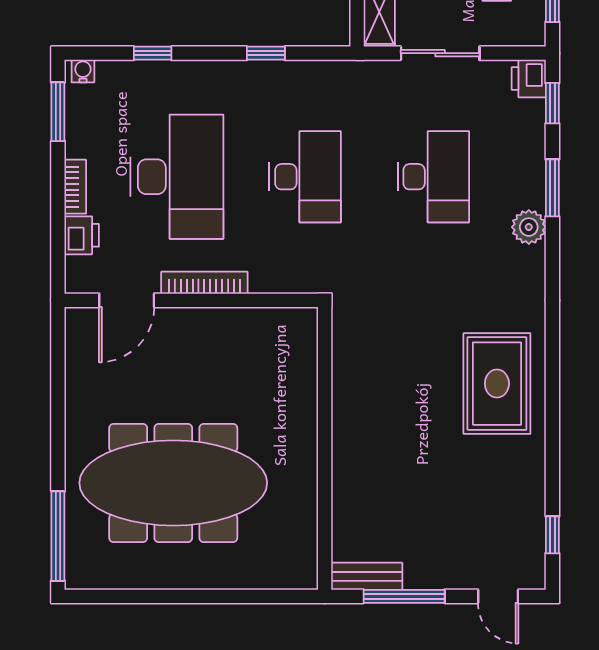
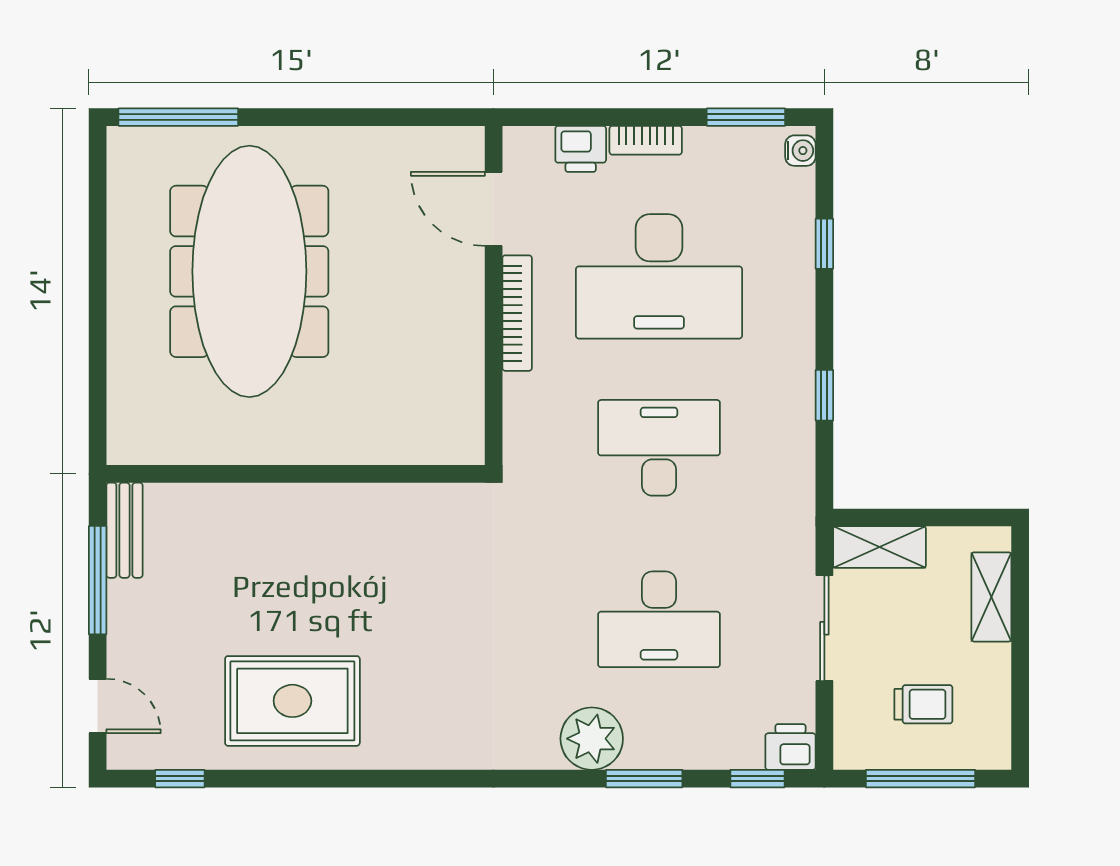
desk: (305, 177) -> (659, 448), turned 180
plant: (529, 227) -> (592, 739), width x1.36, depth x1.36
rug: (497, 384) -> (292, 701), moved
door: (498, 596) -> (98, 706), swing flipped

